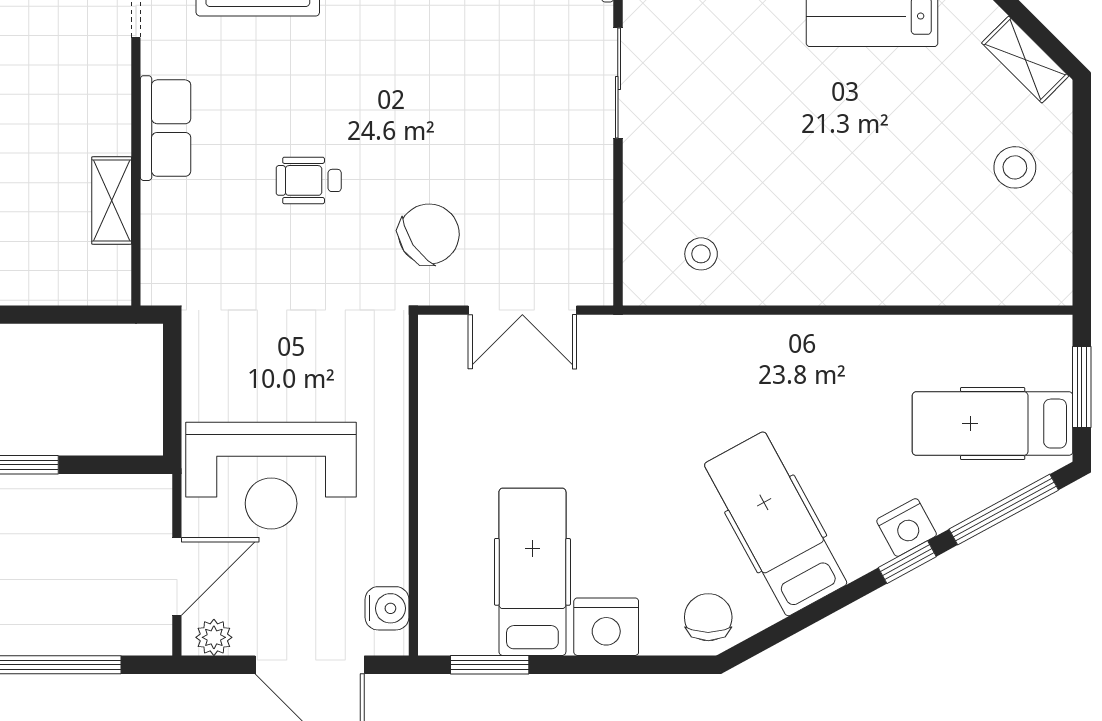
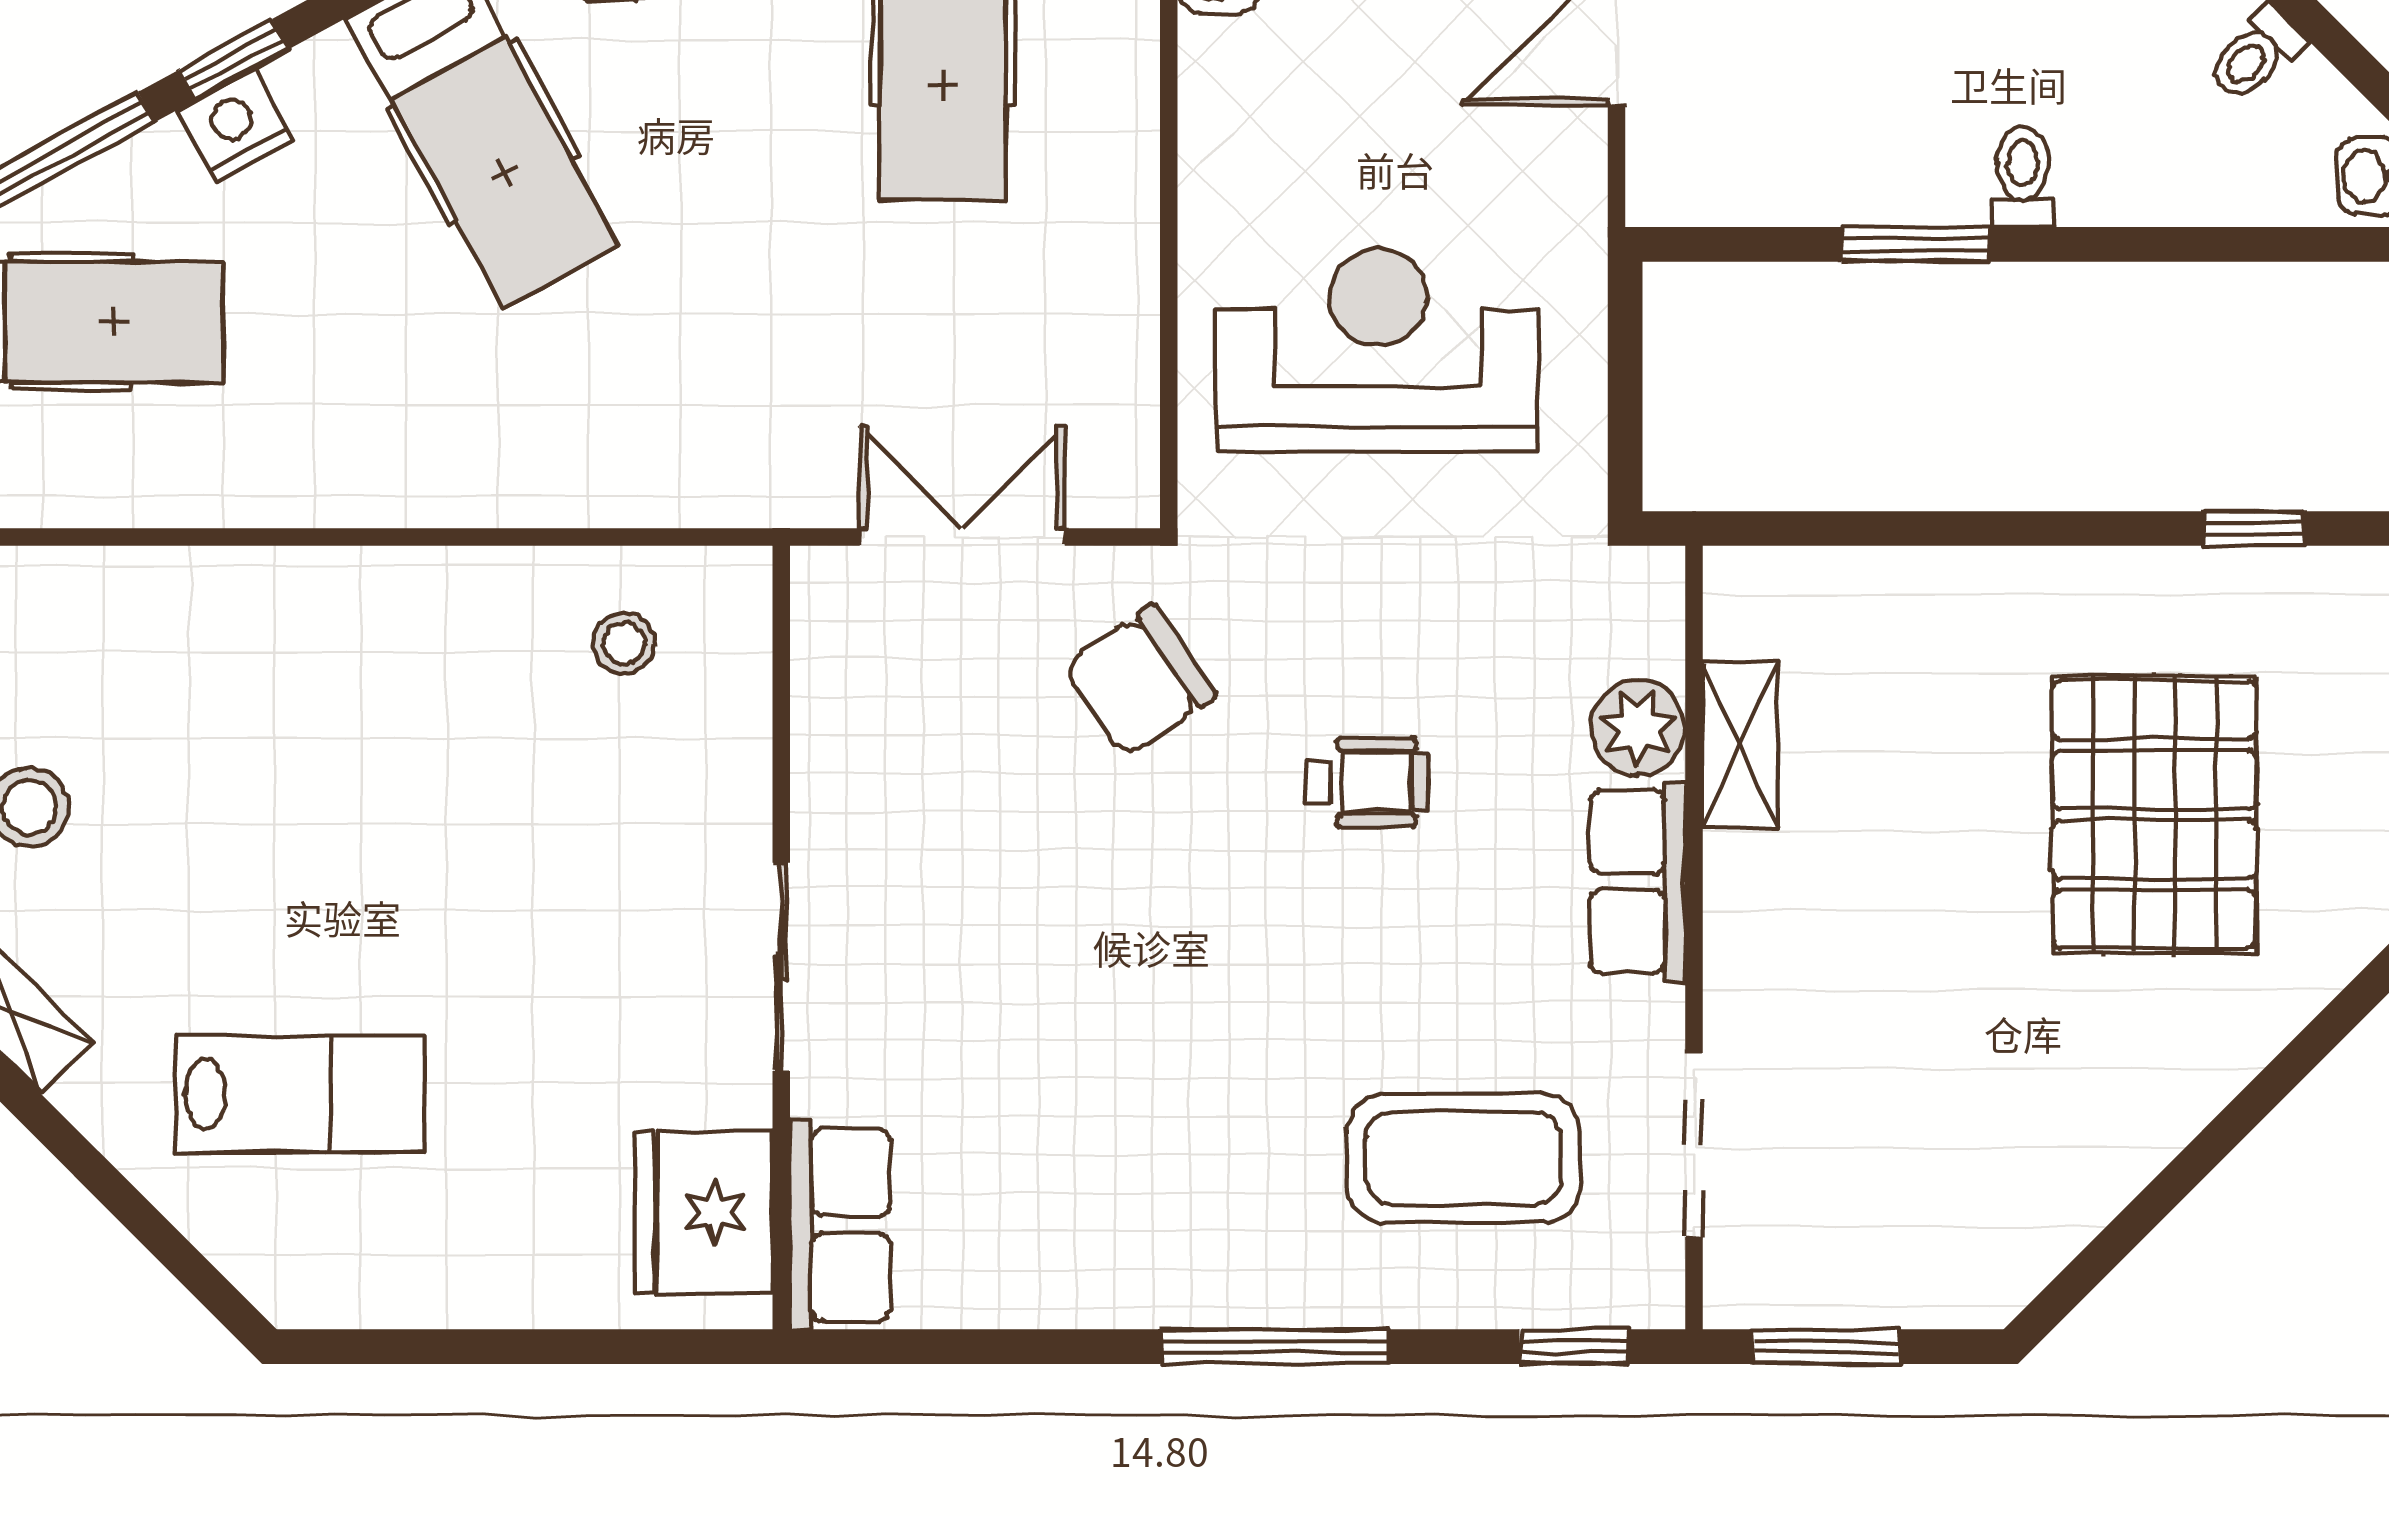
plant: (166, 209) -> (1638, 728), added
reception desk: (271, 476) -> (1378, 350), moved

